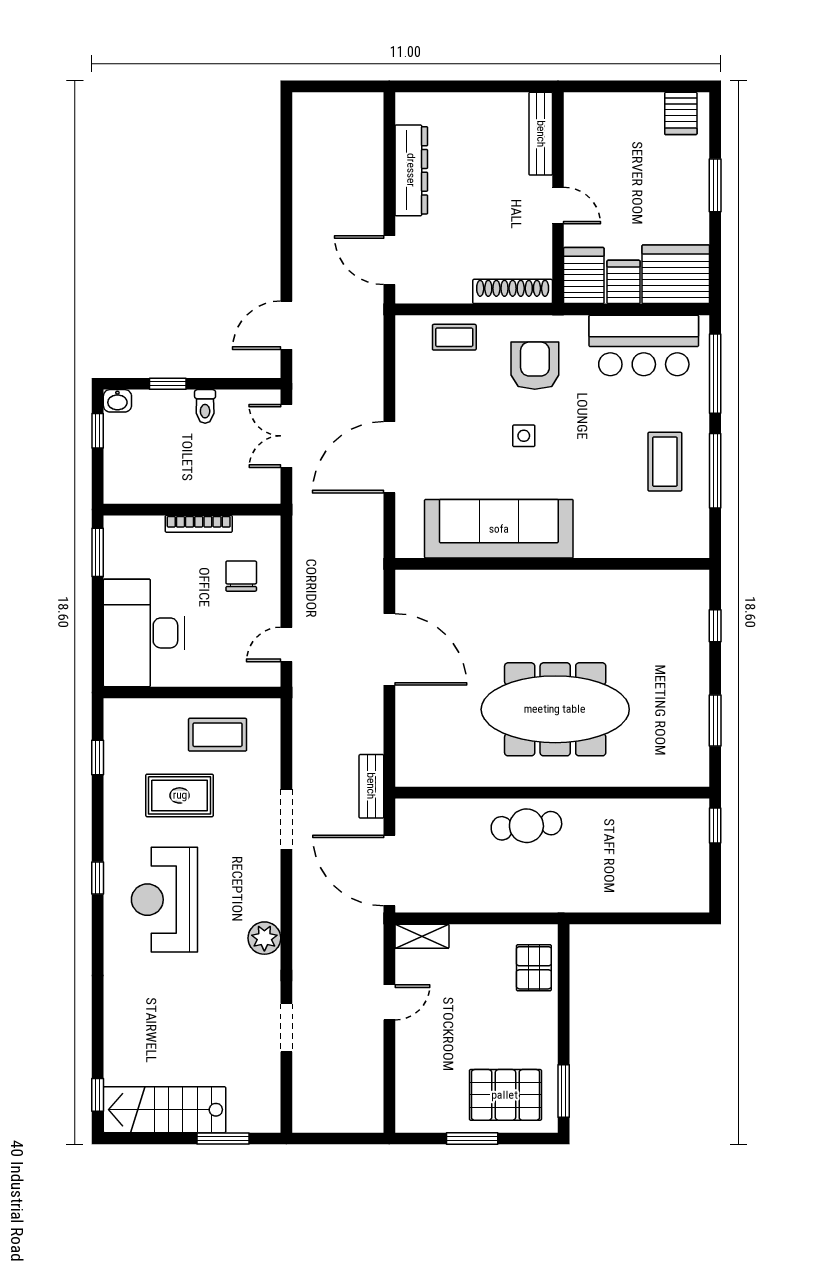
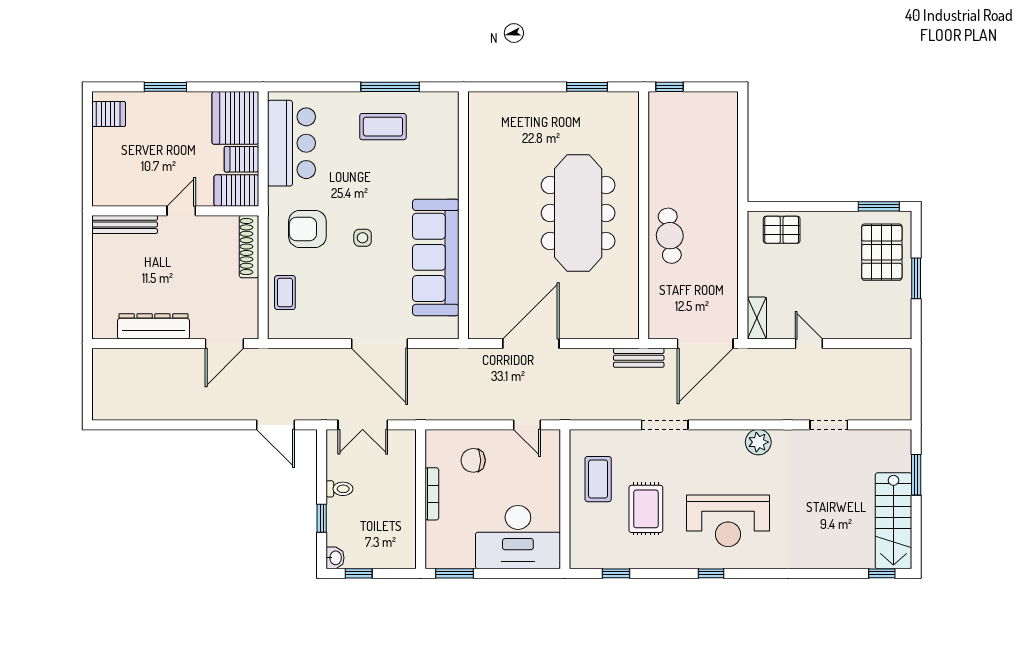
window: (715, 374) -> (314, 87), removed
window: (715, 626) -> (512, 87), removed

